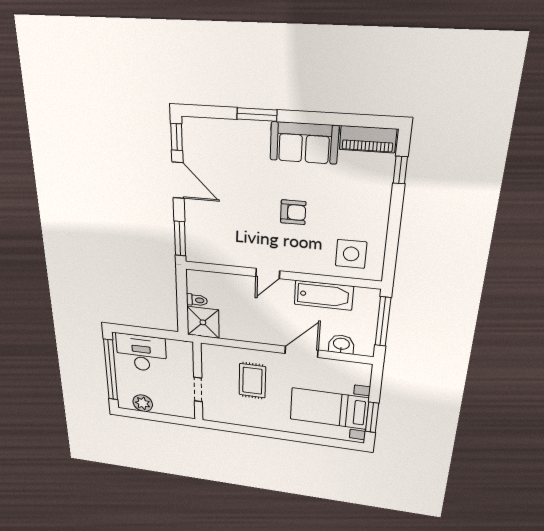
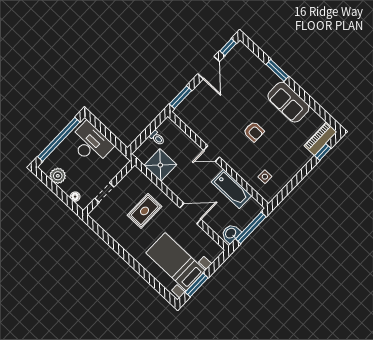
piano: (368, 139) -> (321, 139), moved, turned 90
side table: (351, 254) -> (265, 177), width x0.54, depth x0.54
shower: (203, 322) -> (160, 165), moved
washbasin: (341, 344) -> (231, 233), moved, turned -90
floor lamp: (176, 411) -> (75, 197), added

